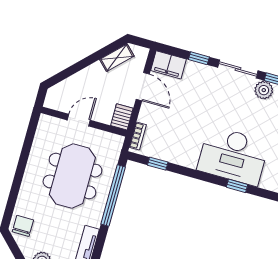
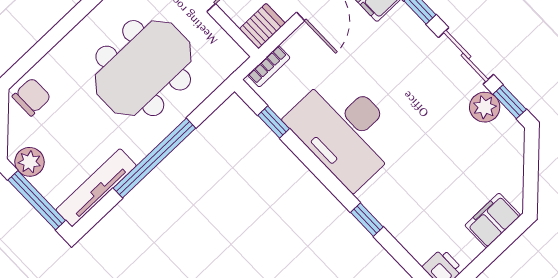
desk: (233, 156) -> (345, 130), moved
window: (113, 195) -> (154, 158), moved

